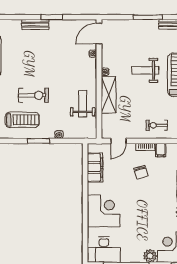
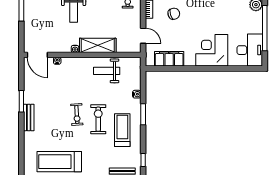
exercise bike: (38, 74) -> (77, 114), added

